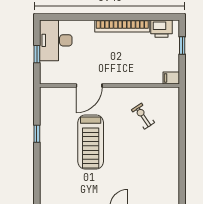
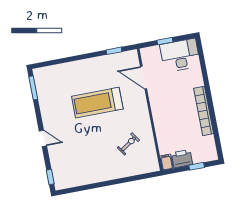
printer: (161, 29) -> (182, 159), moved, turned 90
door: (89, 85) -> (144, 78), moved
window: (37, 134) -> (114, 51), moved

